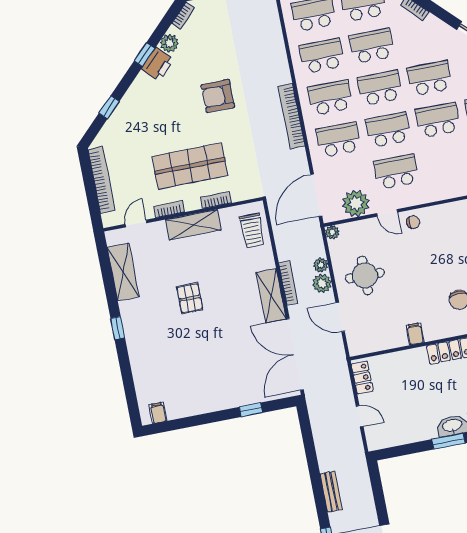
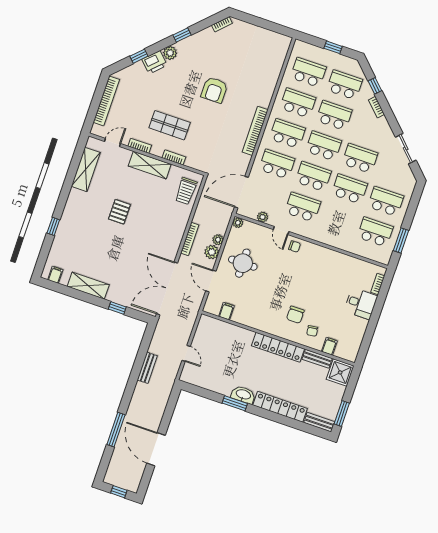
plant: (169, 43) -> (170, 53), moved
printer: (158, 64) -> (154, 62), moved
armchair: (218, 96) -> (214, 90), turned -90
shop shelf: (190, 166) -> (170, 125), width x0.70, depth x0.74
plant: (356, 203) -> (263, 217), width x0.53, depth x0.53
shelving: (271, 295) -> (88, 286), moved, turned 90
window: (118, 328) -> (53, 226), moved
filing cabinet: (415, 334) -> (226, 311), moved
locker: (362, 378) -> (202, 329), removed
bench: (331, 492) -> (147, 368), moved

